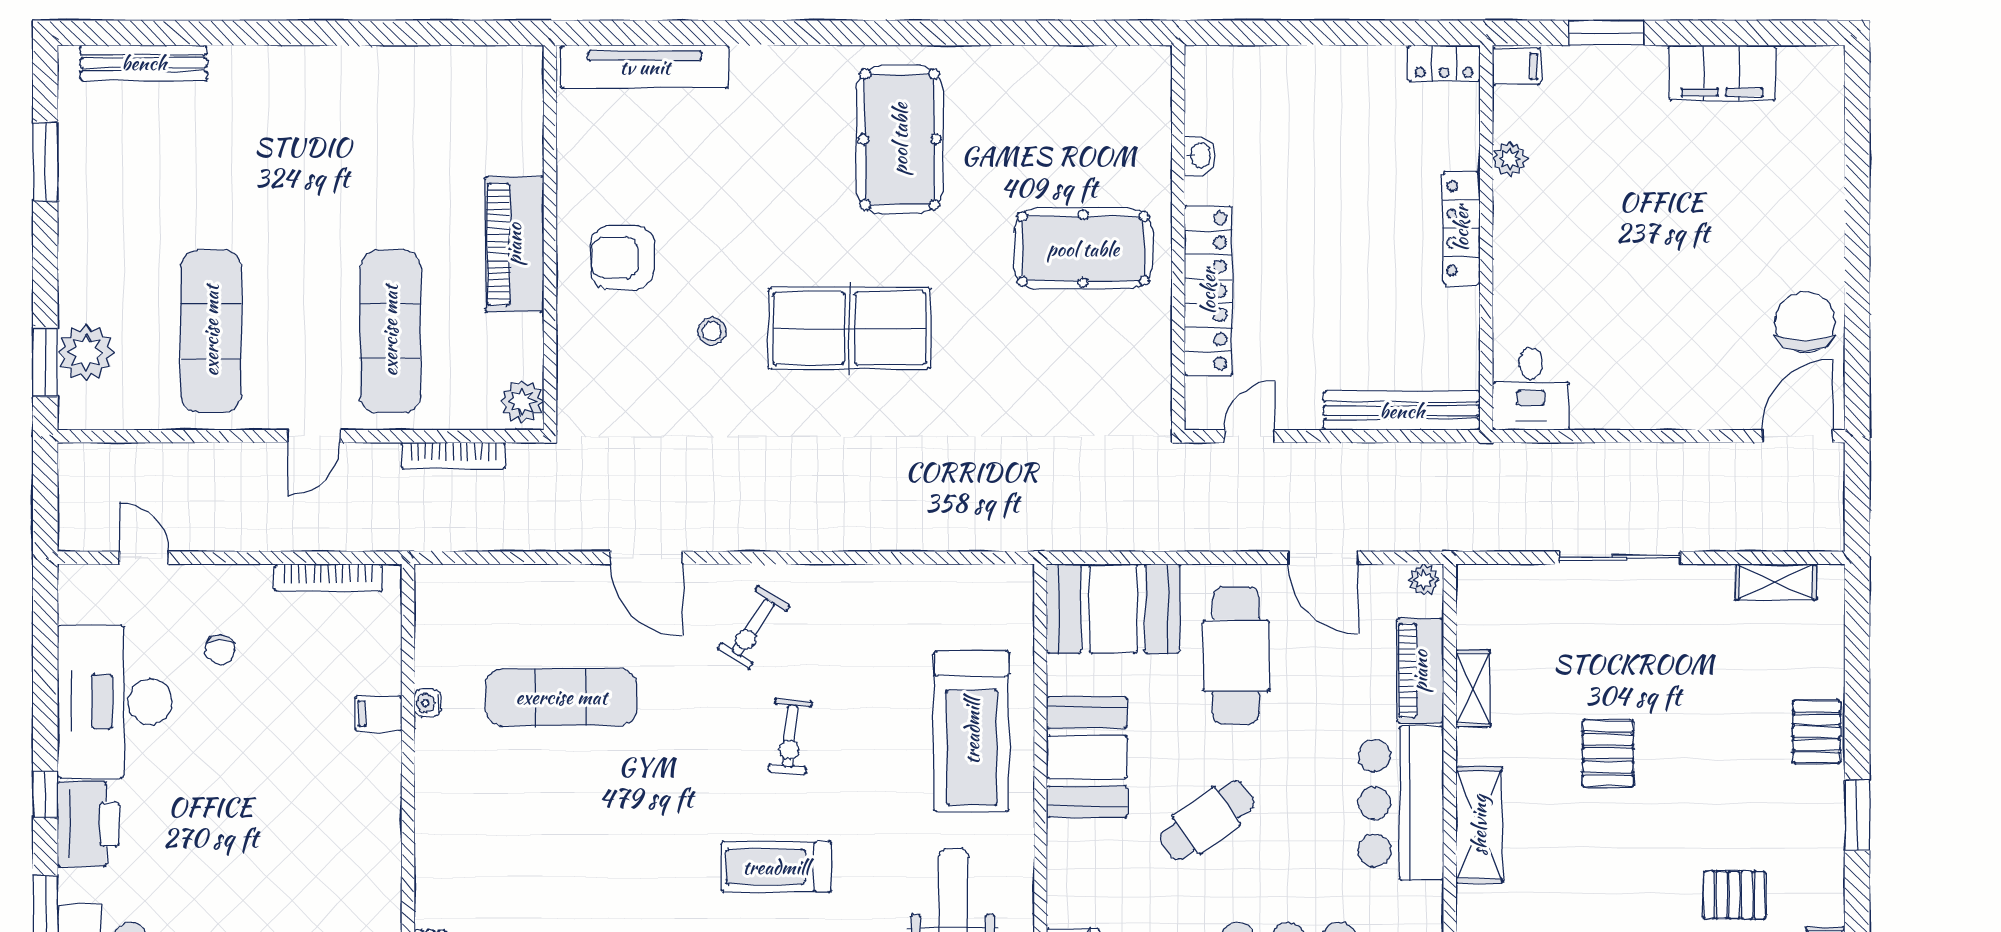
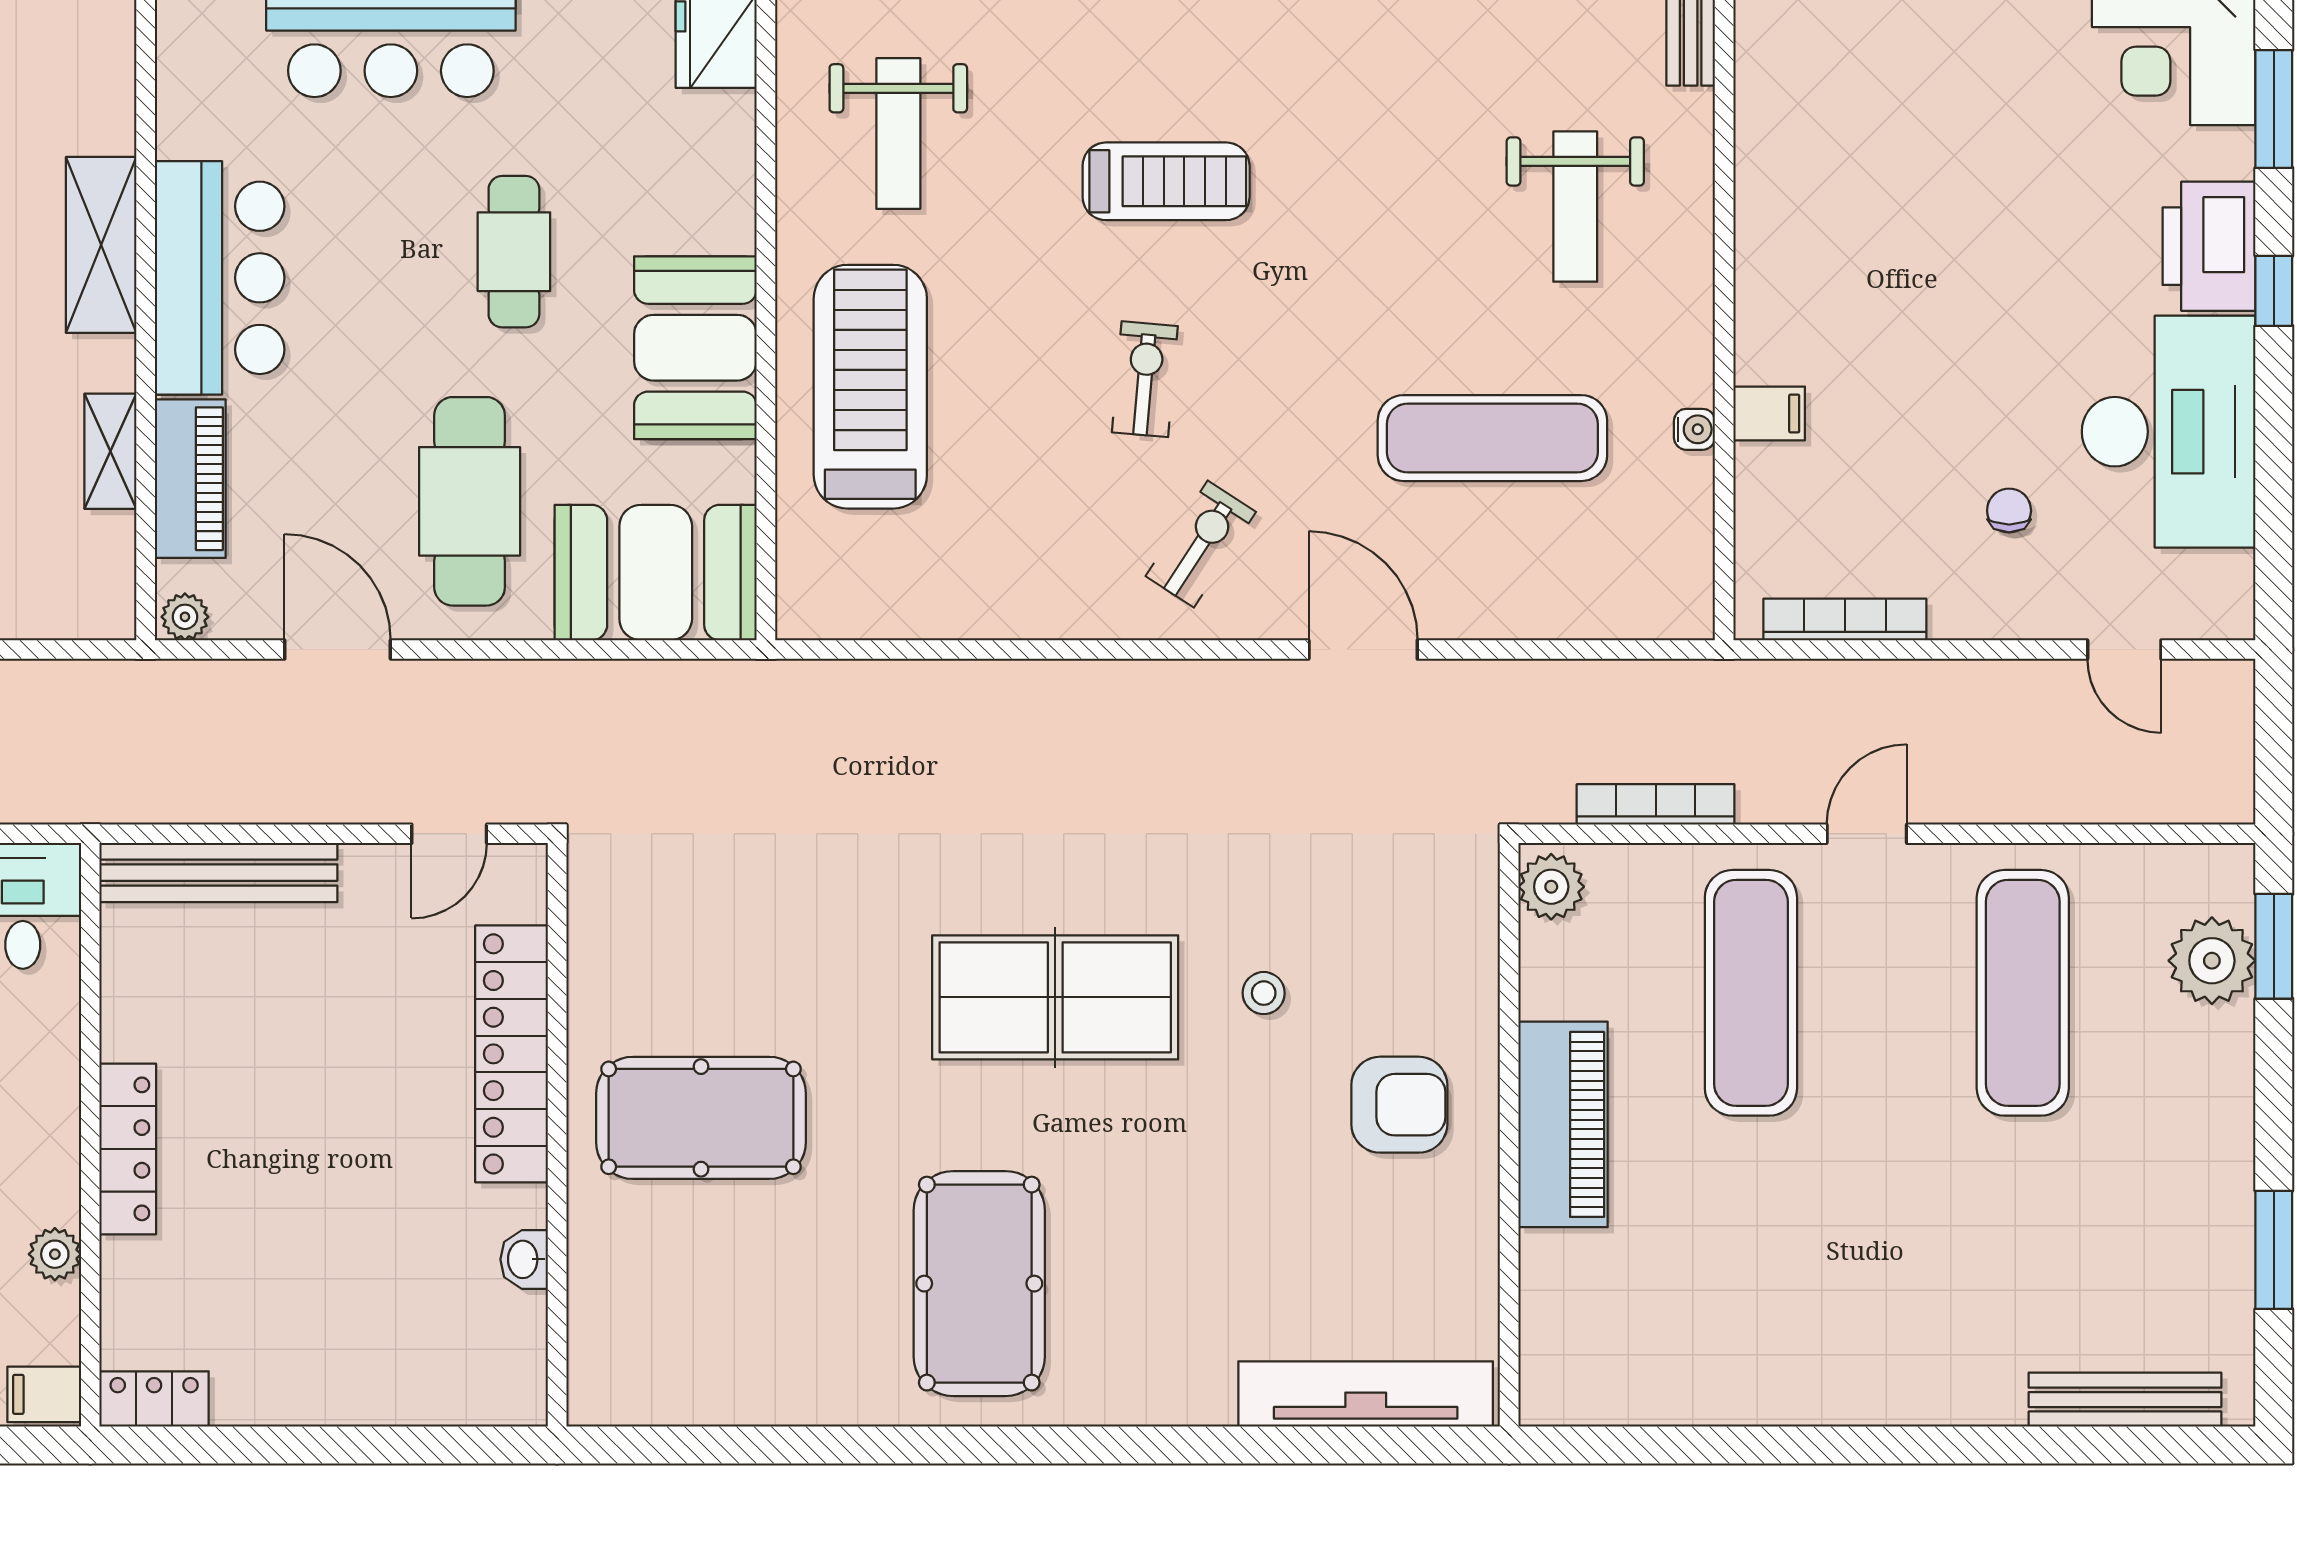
cafe table: (1207, 820) -> (514, 252), turned -54
weight bench: (506, 850) -> (1575, 207), added

